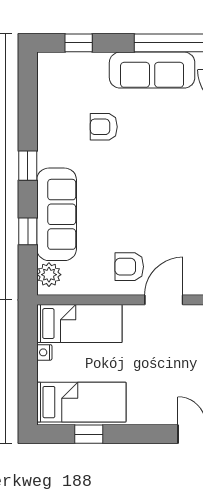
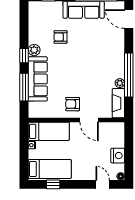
window: (28, 231) -> (24, 87), width x2.17
plant: (49, 275) -> (34, 50), moved
door: (164, 300) -> (89, 120), swing flipped

